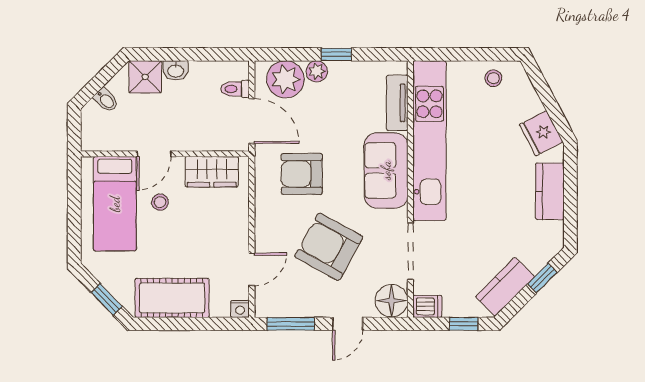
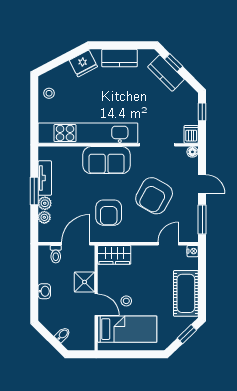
window: (336, 54) -> (34, 191), width x1.50
shower: (145, 77) -> (85, 282), moved
plant: (285, 79) -> (44, 217), width x0.53, depth x0.53
tv unit: (397, 103) -> (45, 178), moved, turned -90
wardrobe: (212, 172) -> (114, 255), moved, turned 90
door: (252, 269) -> (168, 244), hinge flipped
kitchen counter: (505, 287) -> (166, 73), moved
floor lamp: (392, 301) -> (192, 152), width x0.53, depth x0.53

